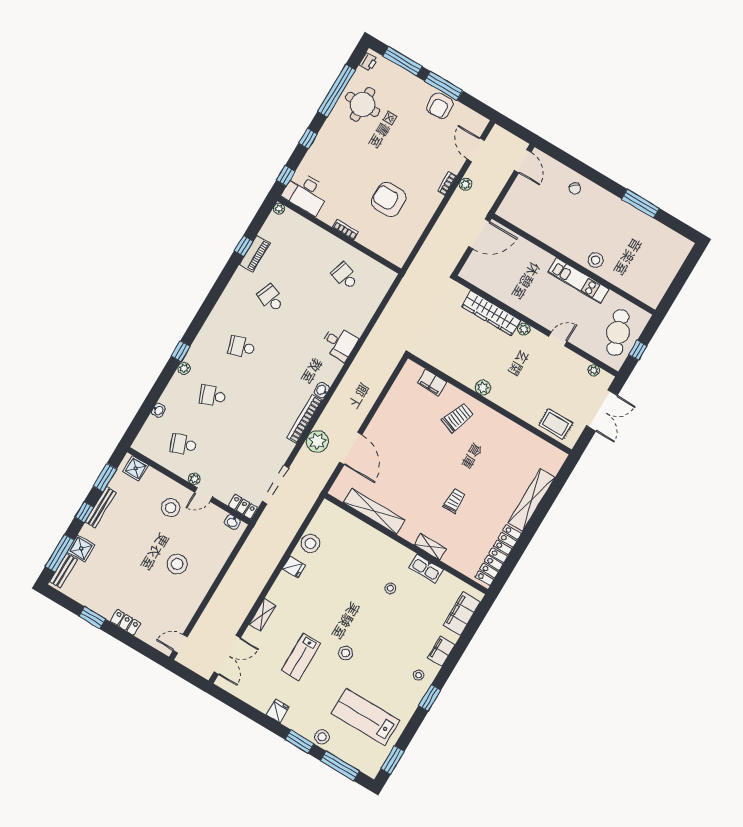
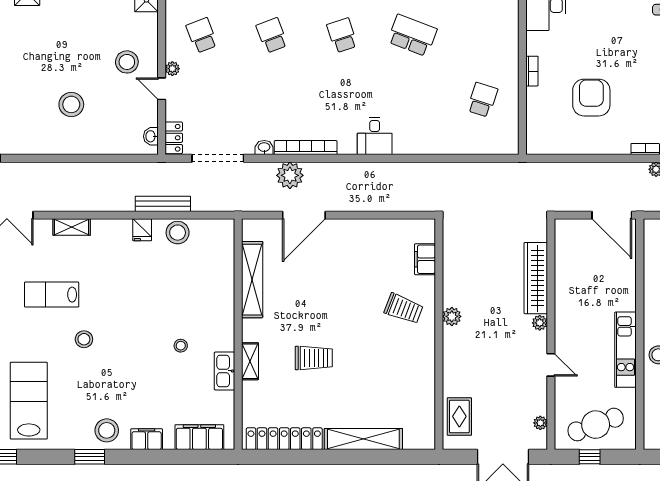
school desk: (271, 298) -> (412, 35), width x1.85
desk: (339, 343) -> (375, 136), moved
washbasin: (322, 390) -> (264, 147), moved
trolley: (454, 501) -> (314, 358), width x1.36, depth x1.39
bench: (284, 542) -> (163, 204), added
stool: (419, 675) -> (107, 430), width x1.89, depth x1.89

